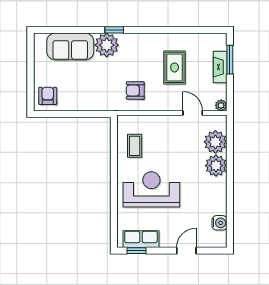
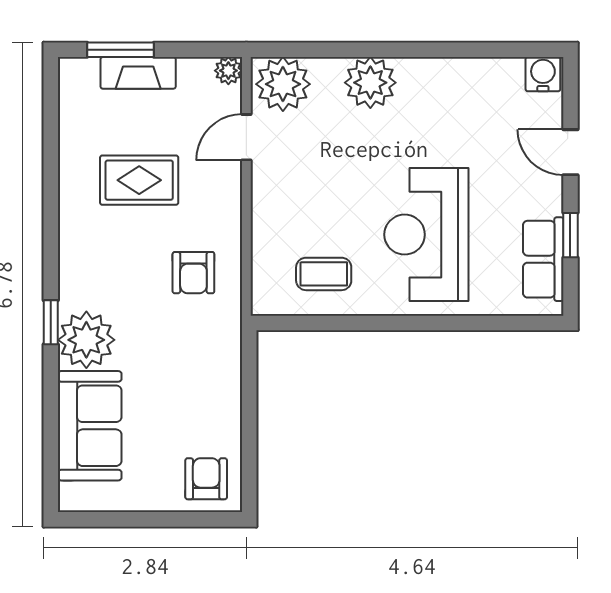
armchair: (48, 96) -> (206, 479), turned 90
plant: (215, 142) -> (283, 84), moved
water cooler: (220, 223) -> (543, 74), moved
window: (137, 251) -> (570, 235), moved

